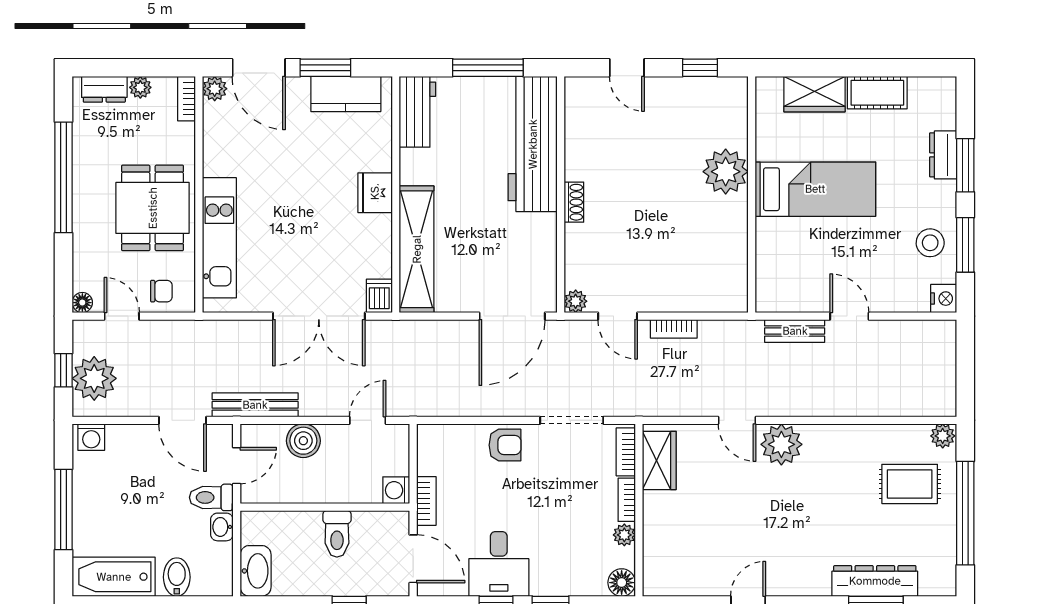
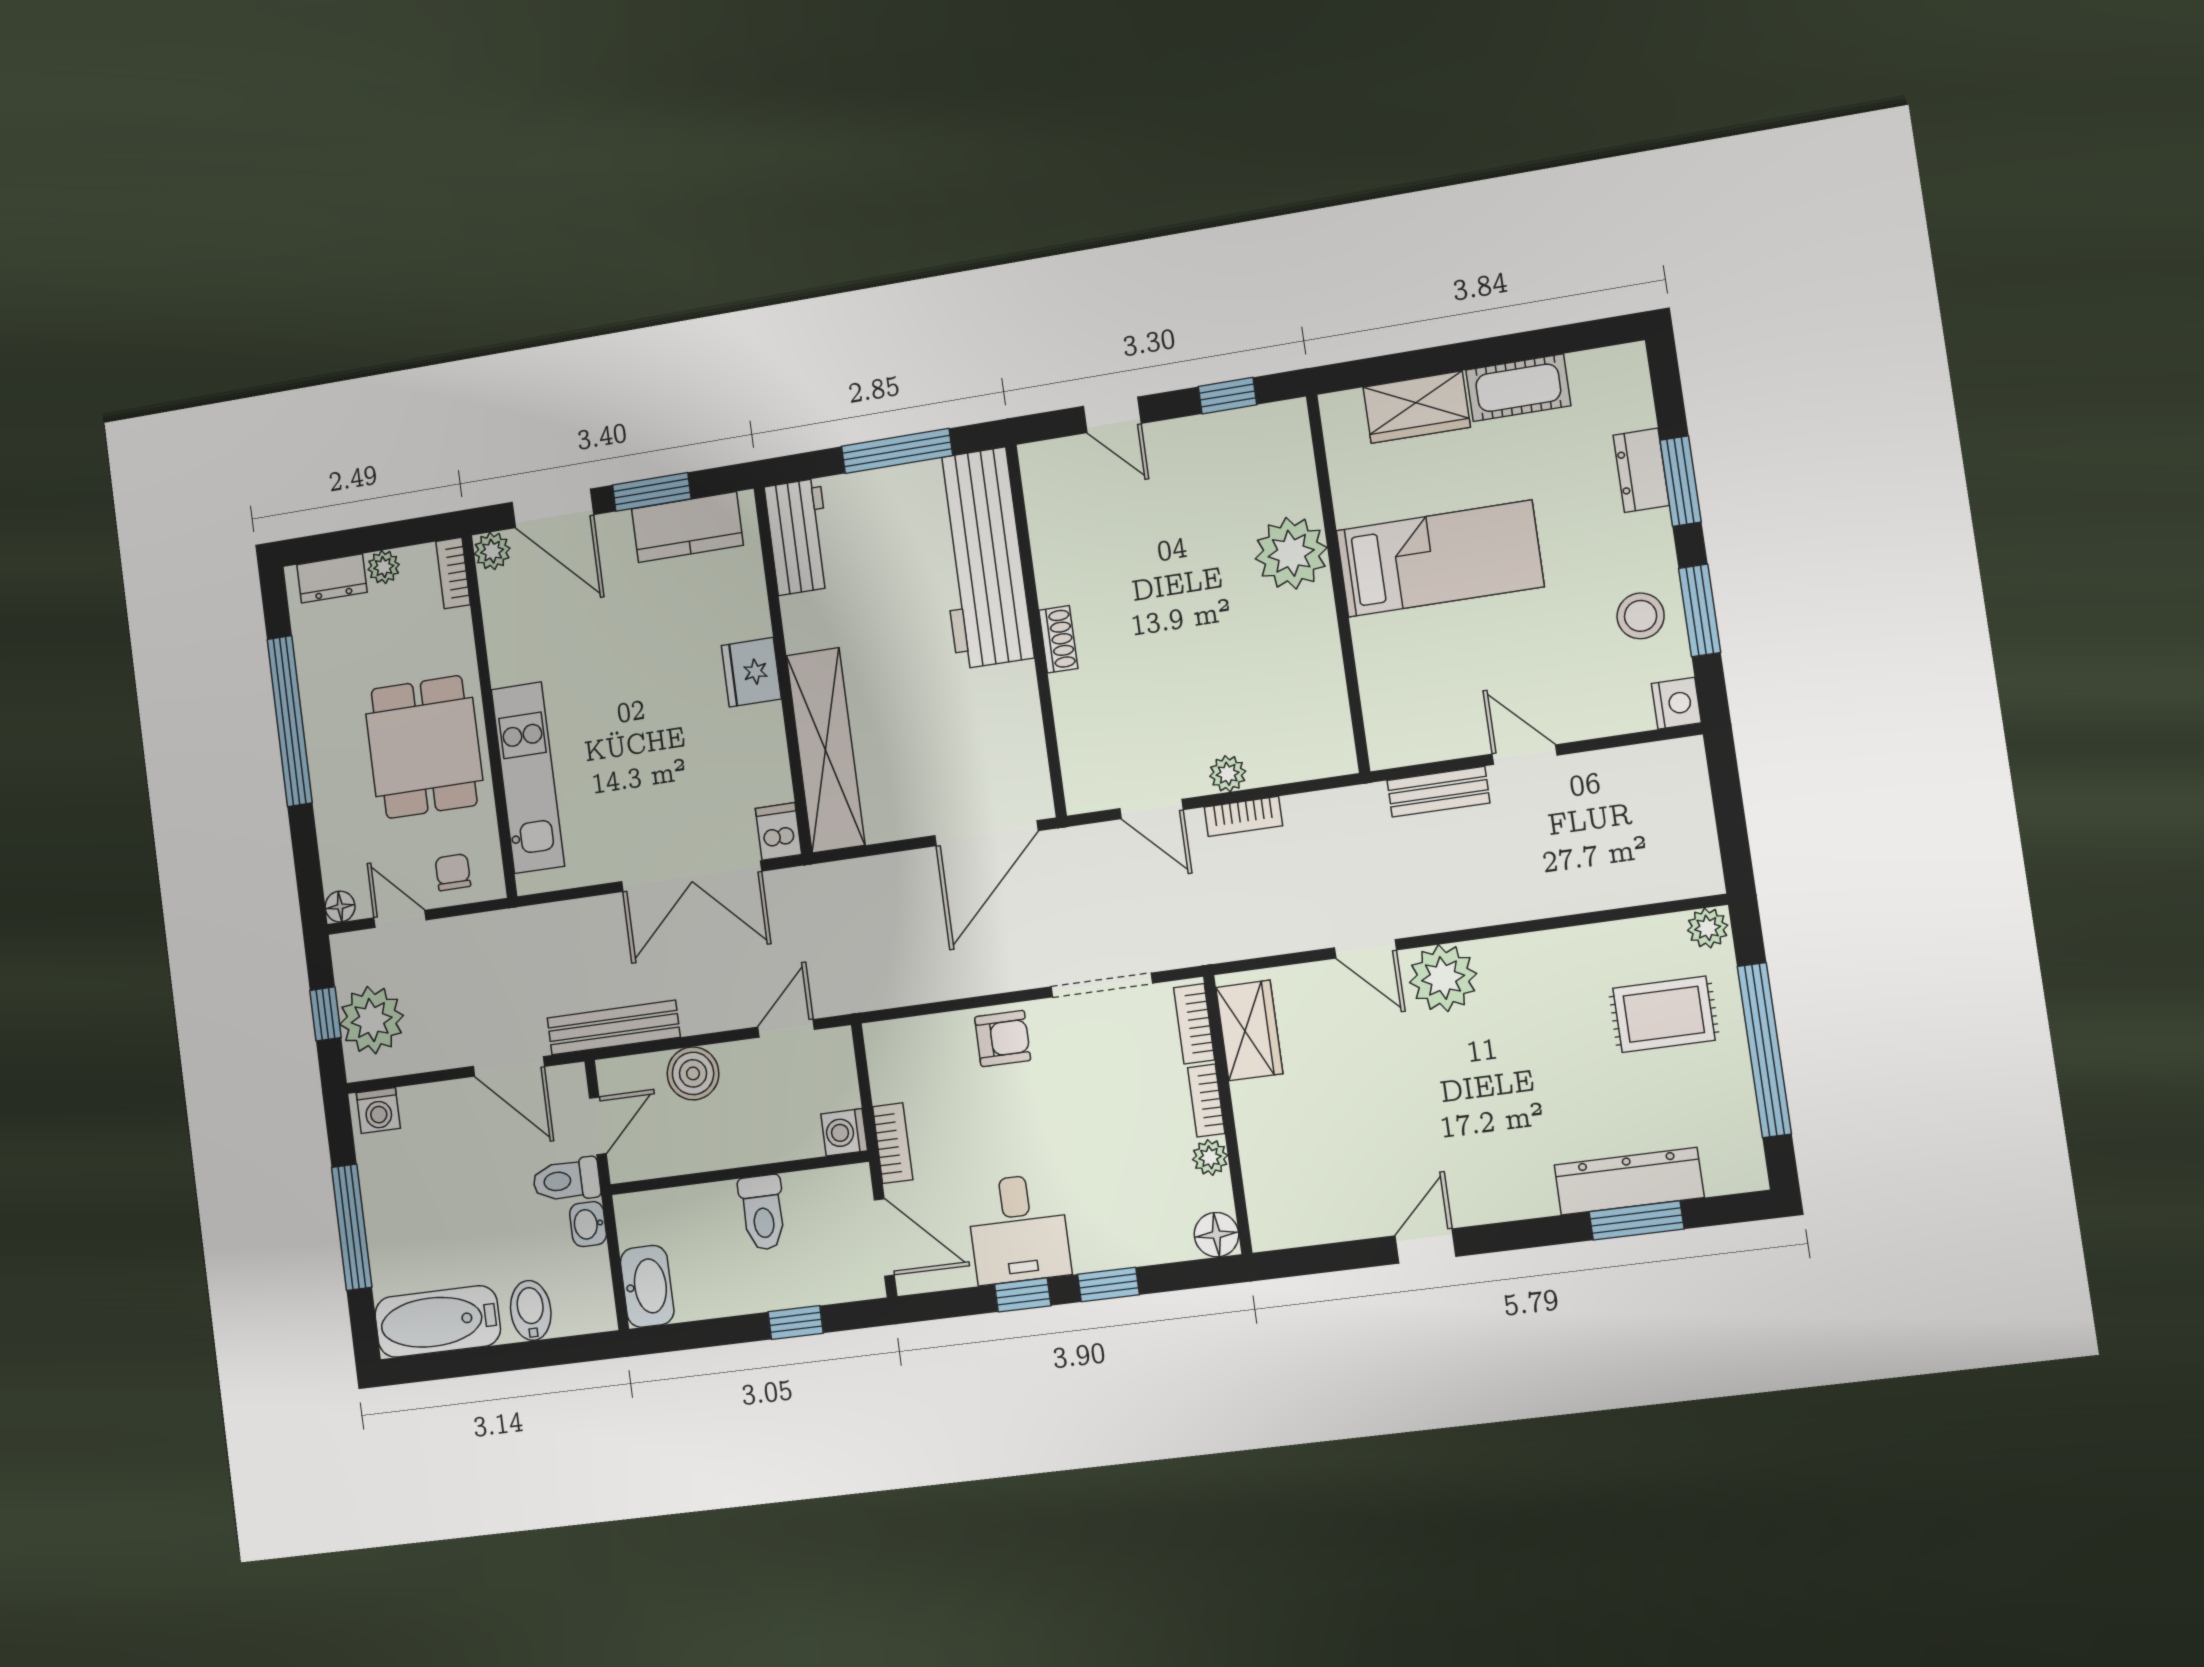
chair: (161, 291) -> (453, 872), turned -90
plant: (576, 301) -> (1228, 774), moved

